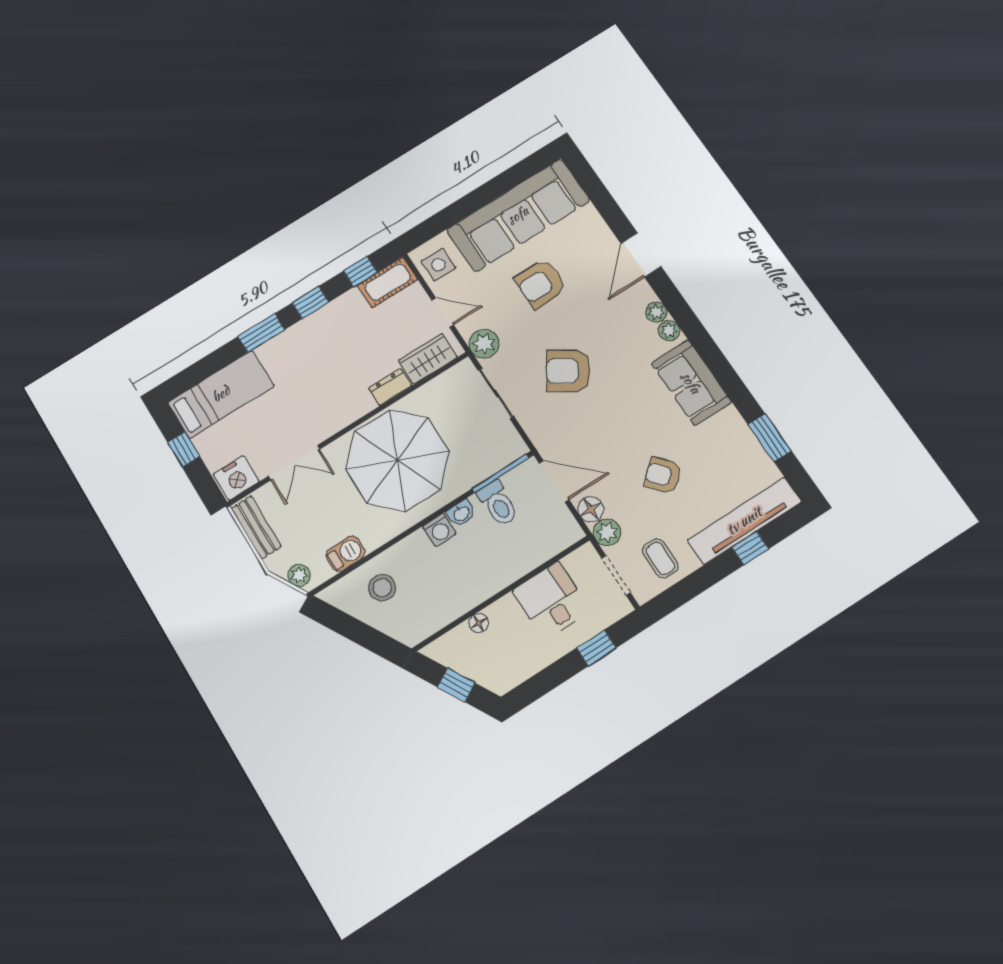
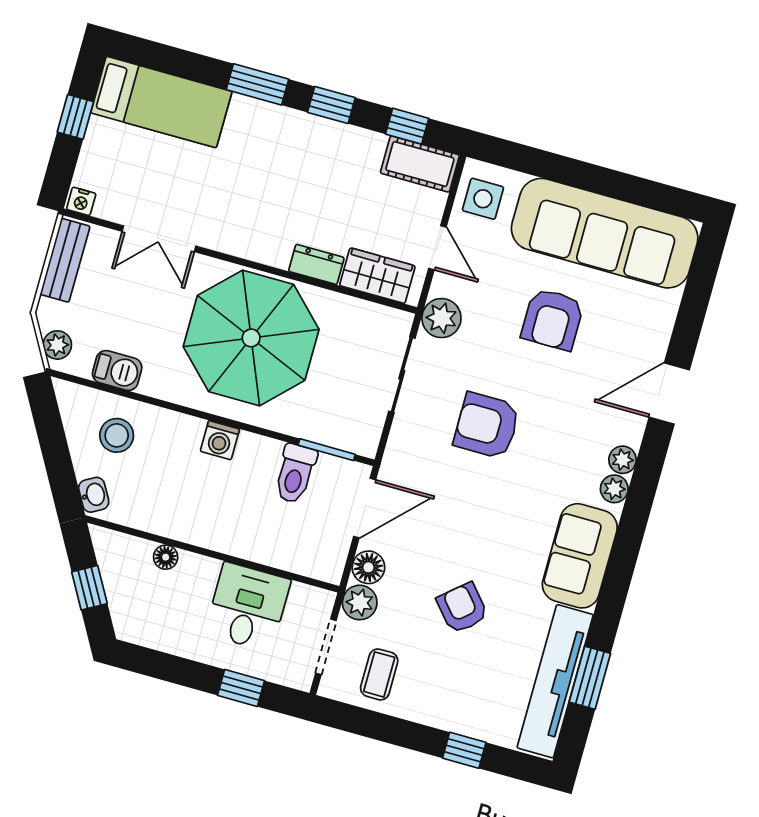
armchair: (541, 283) -> (552, 319), turned -90
armchair: (568, 371) -> (487, 426), turned -33
window: (500, 473) -> (327, 450), width x0.69
nightstand: (236, 478) -> (81, 201), width x0.53, depth x0.56
door: (554, 481) -> (365, 508), hinge flipped
washbasin: (461, 513) -> (94, 495), moved, turned -120
tv unit: (744, 521) -> (555, 681), moved, turned -90

